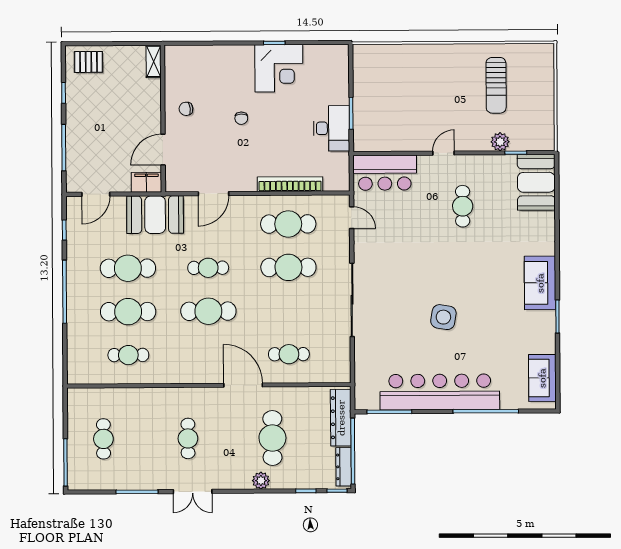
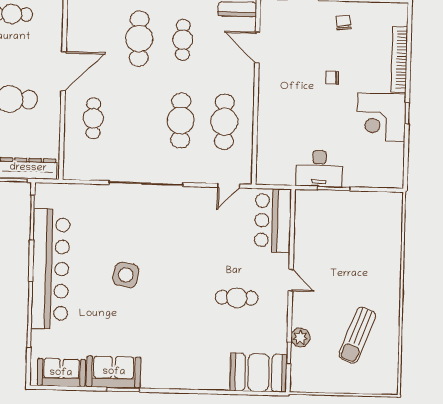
sun lounger: (496, 85) -> (357, 335), turned -69
bookcase: (290, 184) -> (399, 60), moved, turned 180
sofa: (540, 283) -> (114, 372), moved

